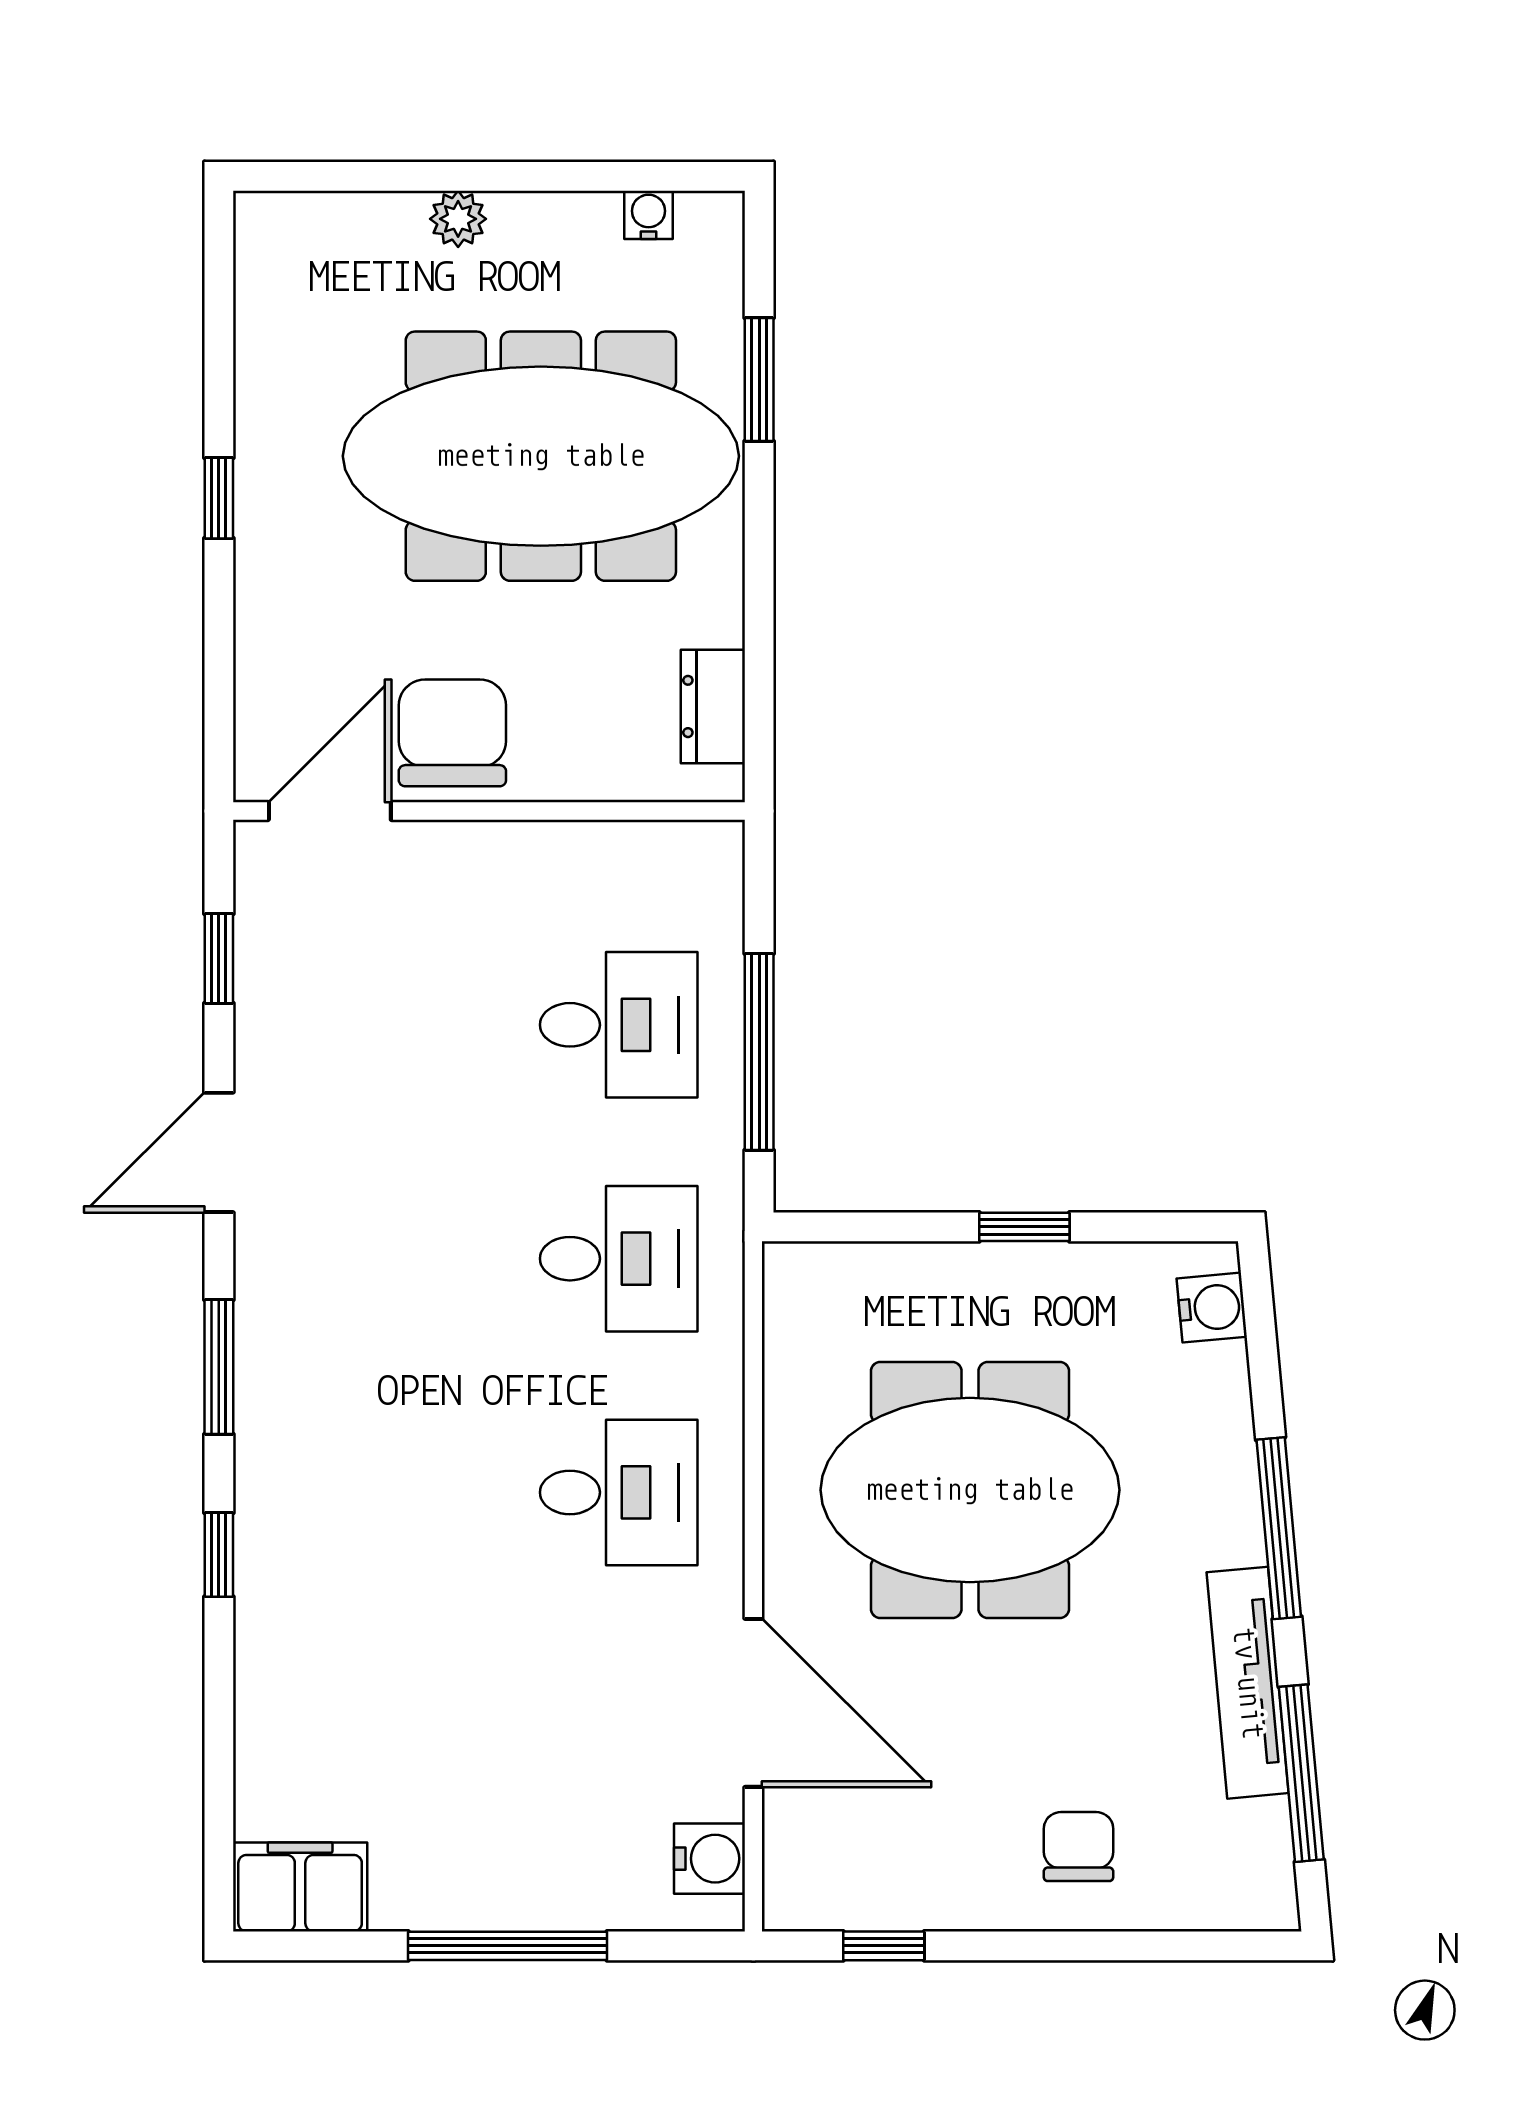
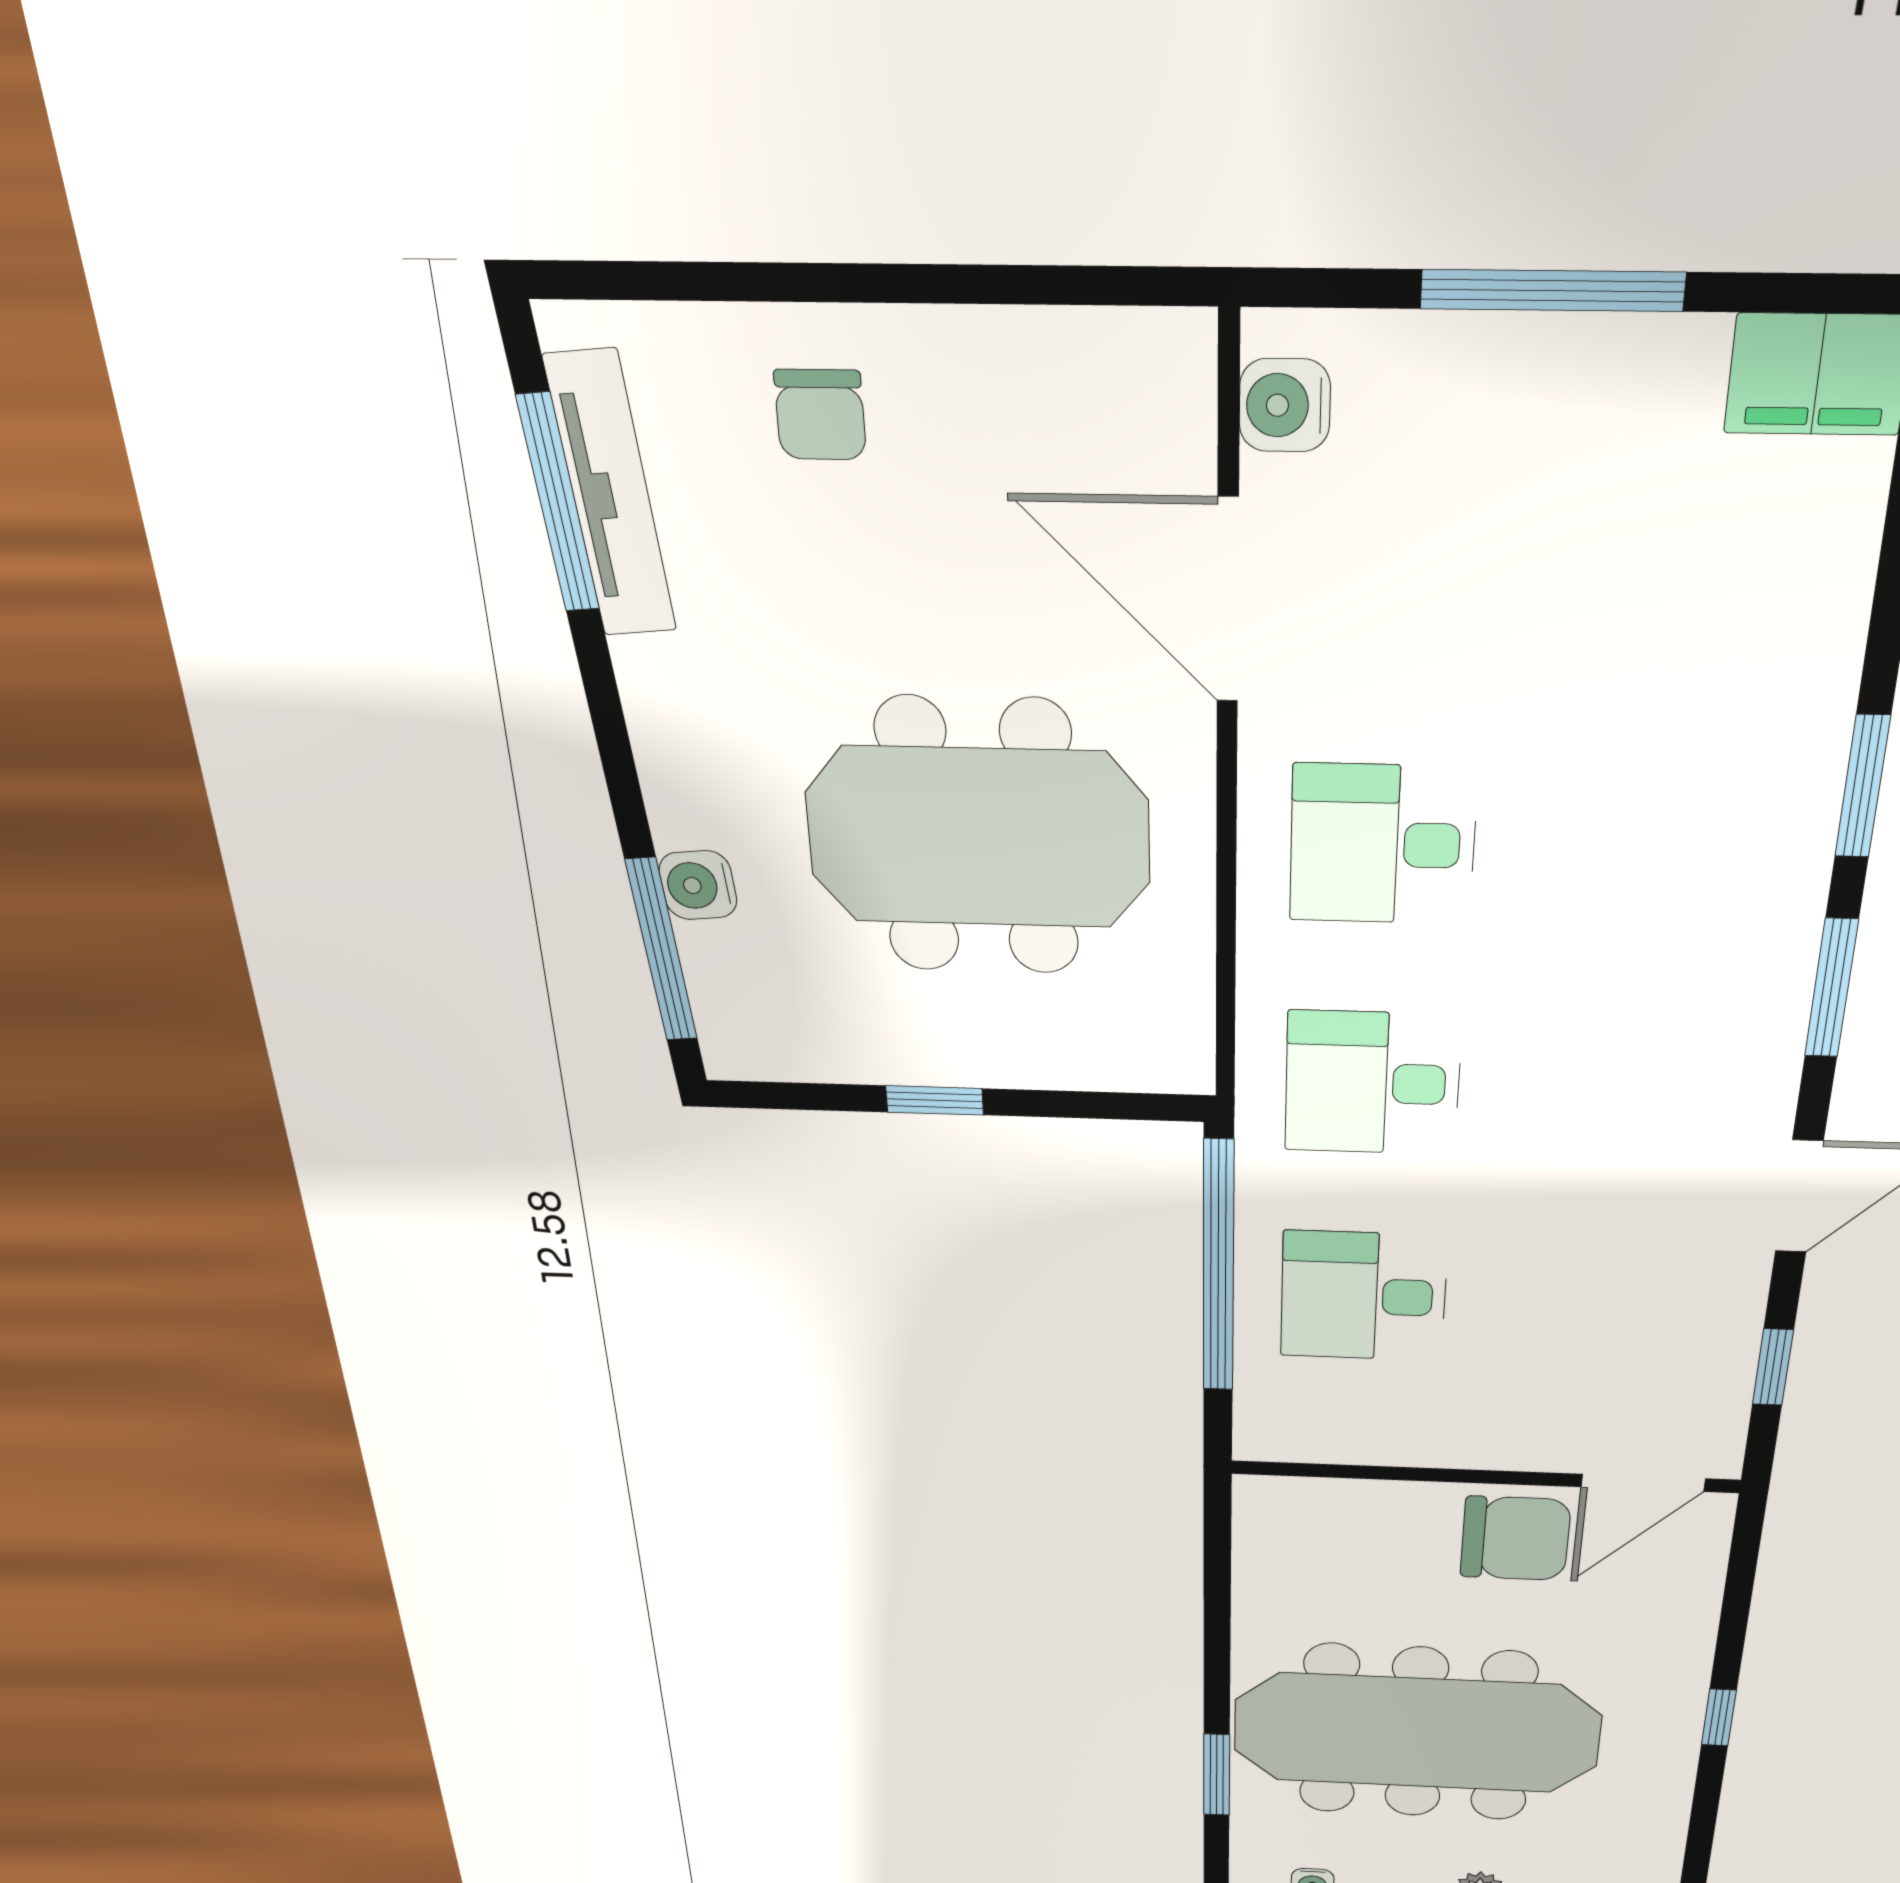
dresser: (713, 706) -> (1262, 1548), removed
chair: (452, 733) -> (1515, 1538), turned -90
window: (759, 1052) -> (1218, 1268), width x1.46
water cooler: (1212, 1308) -> (698, 885), moved
window: (1279, 1528) -> (662, 950), moved
window: (219, 1555) -> (1863, 786), width x1.50
tv unit: (1248, 1683) -> (611, 495), moved
window: (884, 1946) -> (1060, 285), removed

